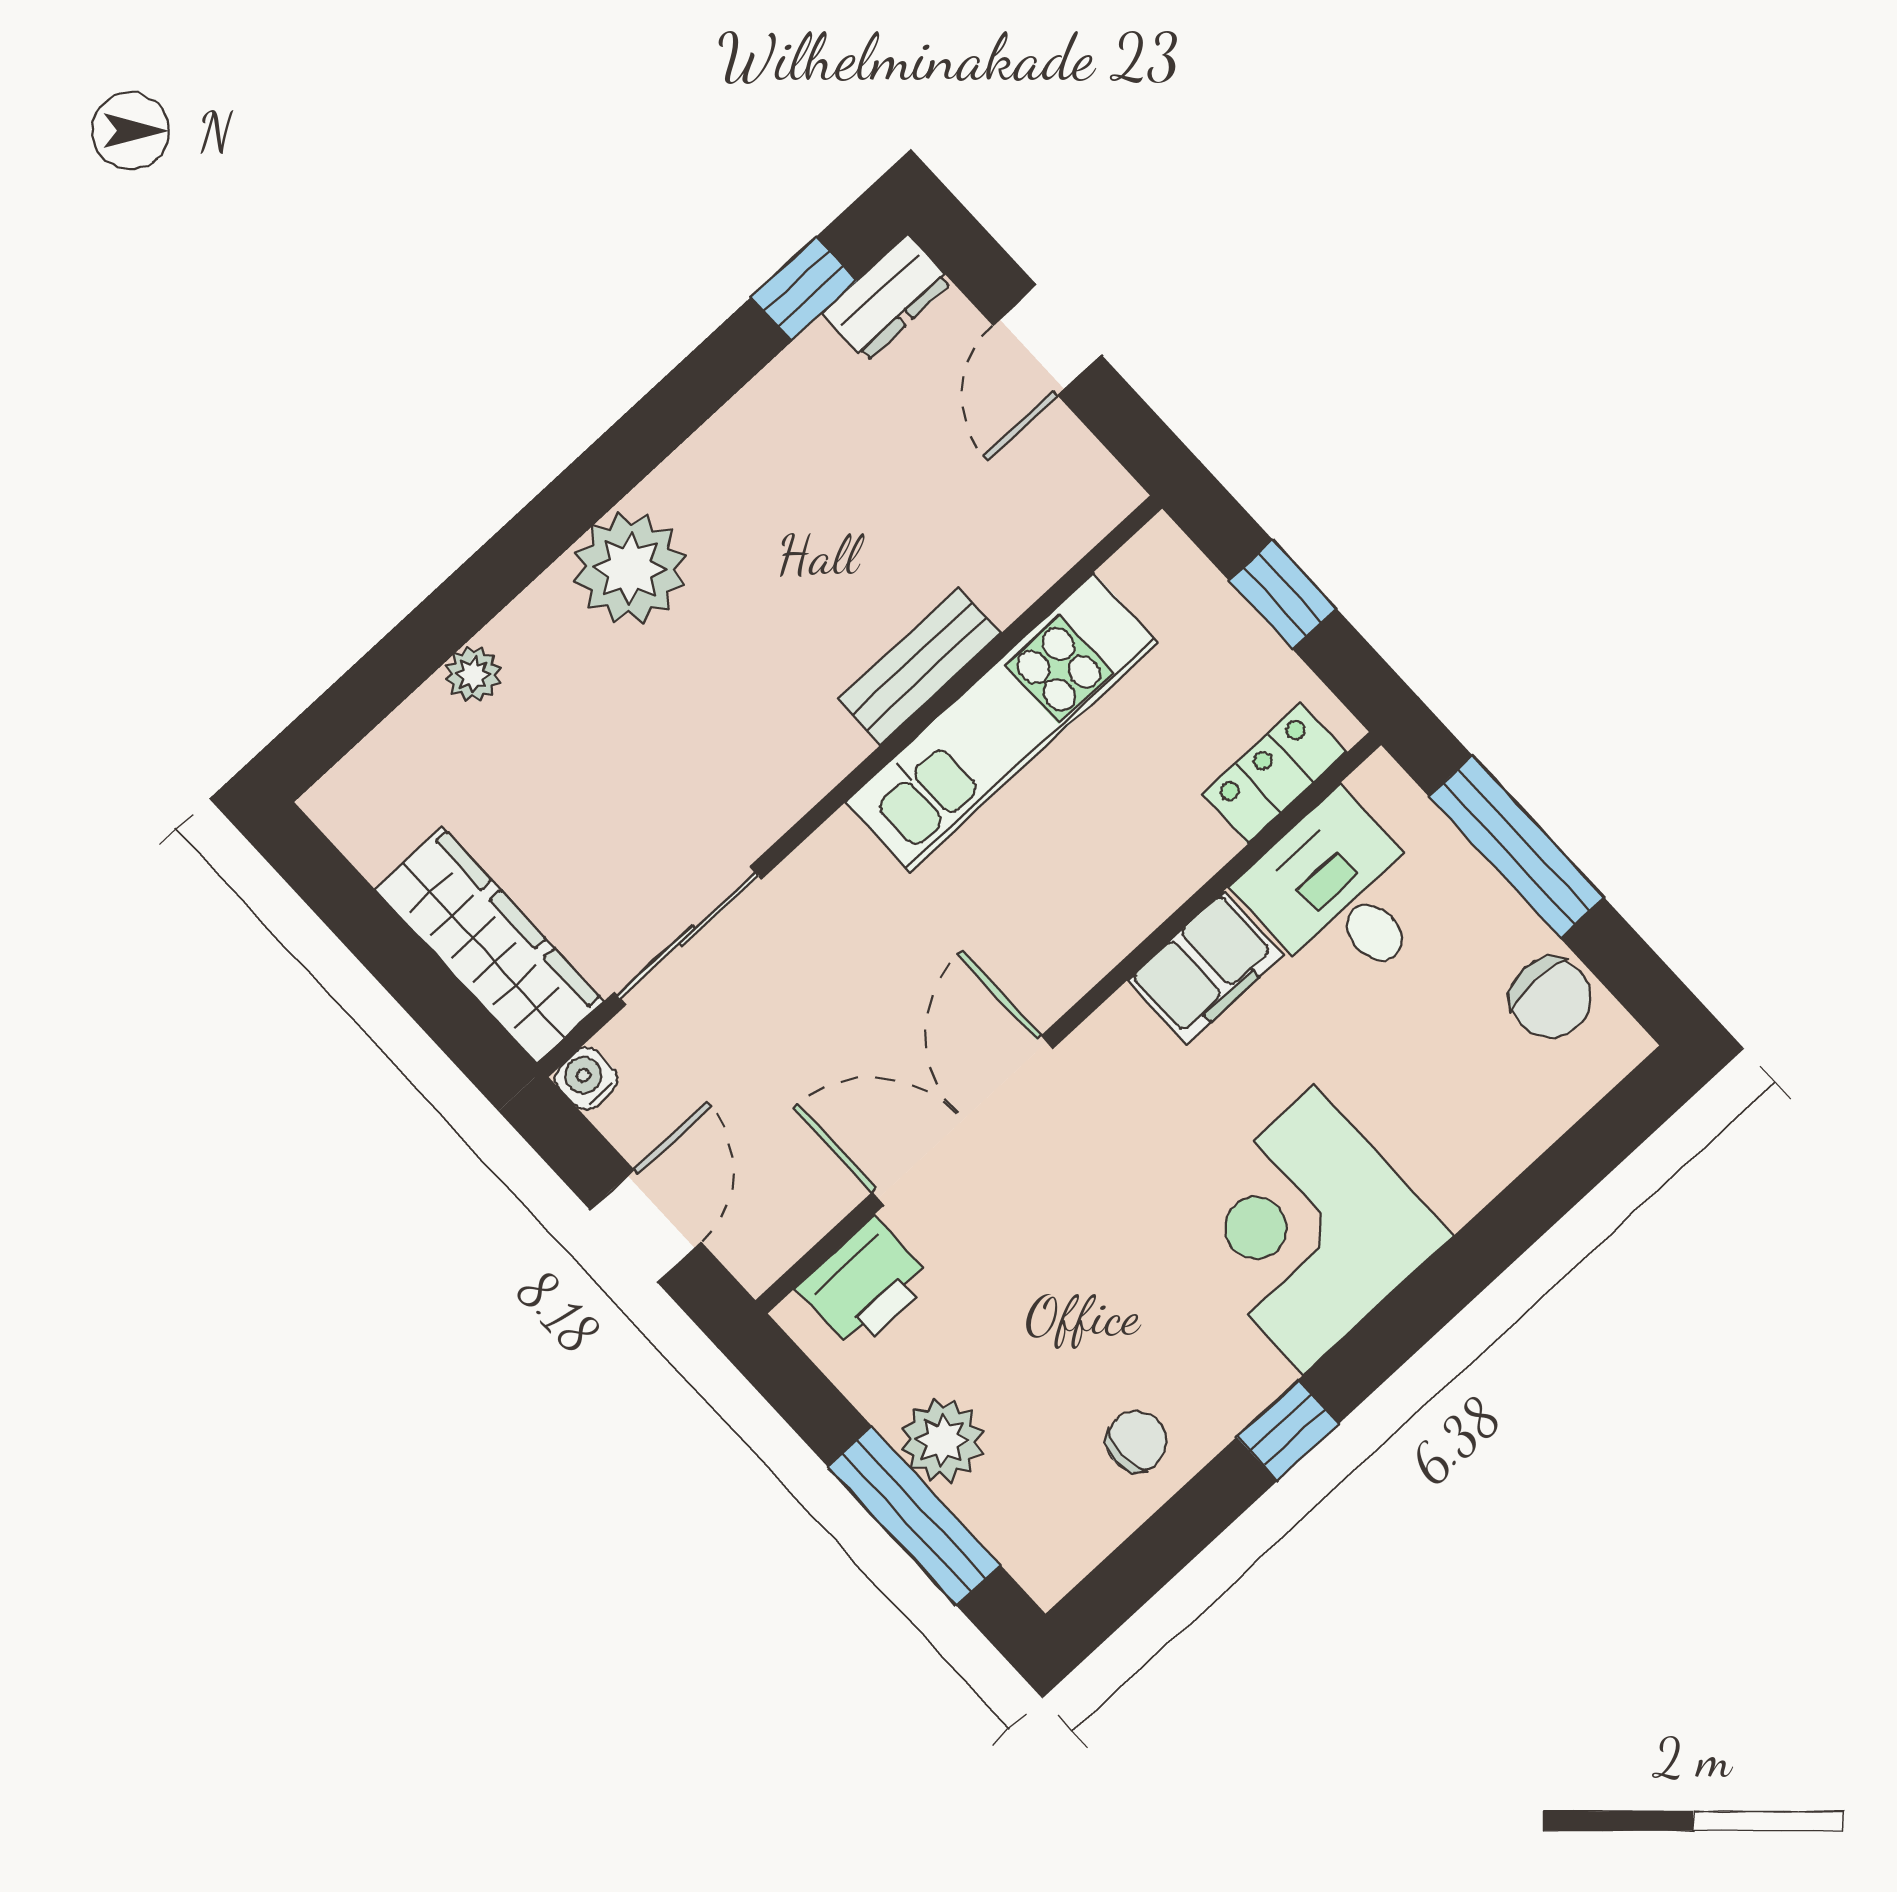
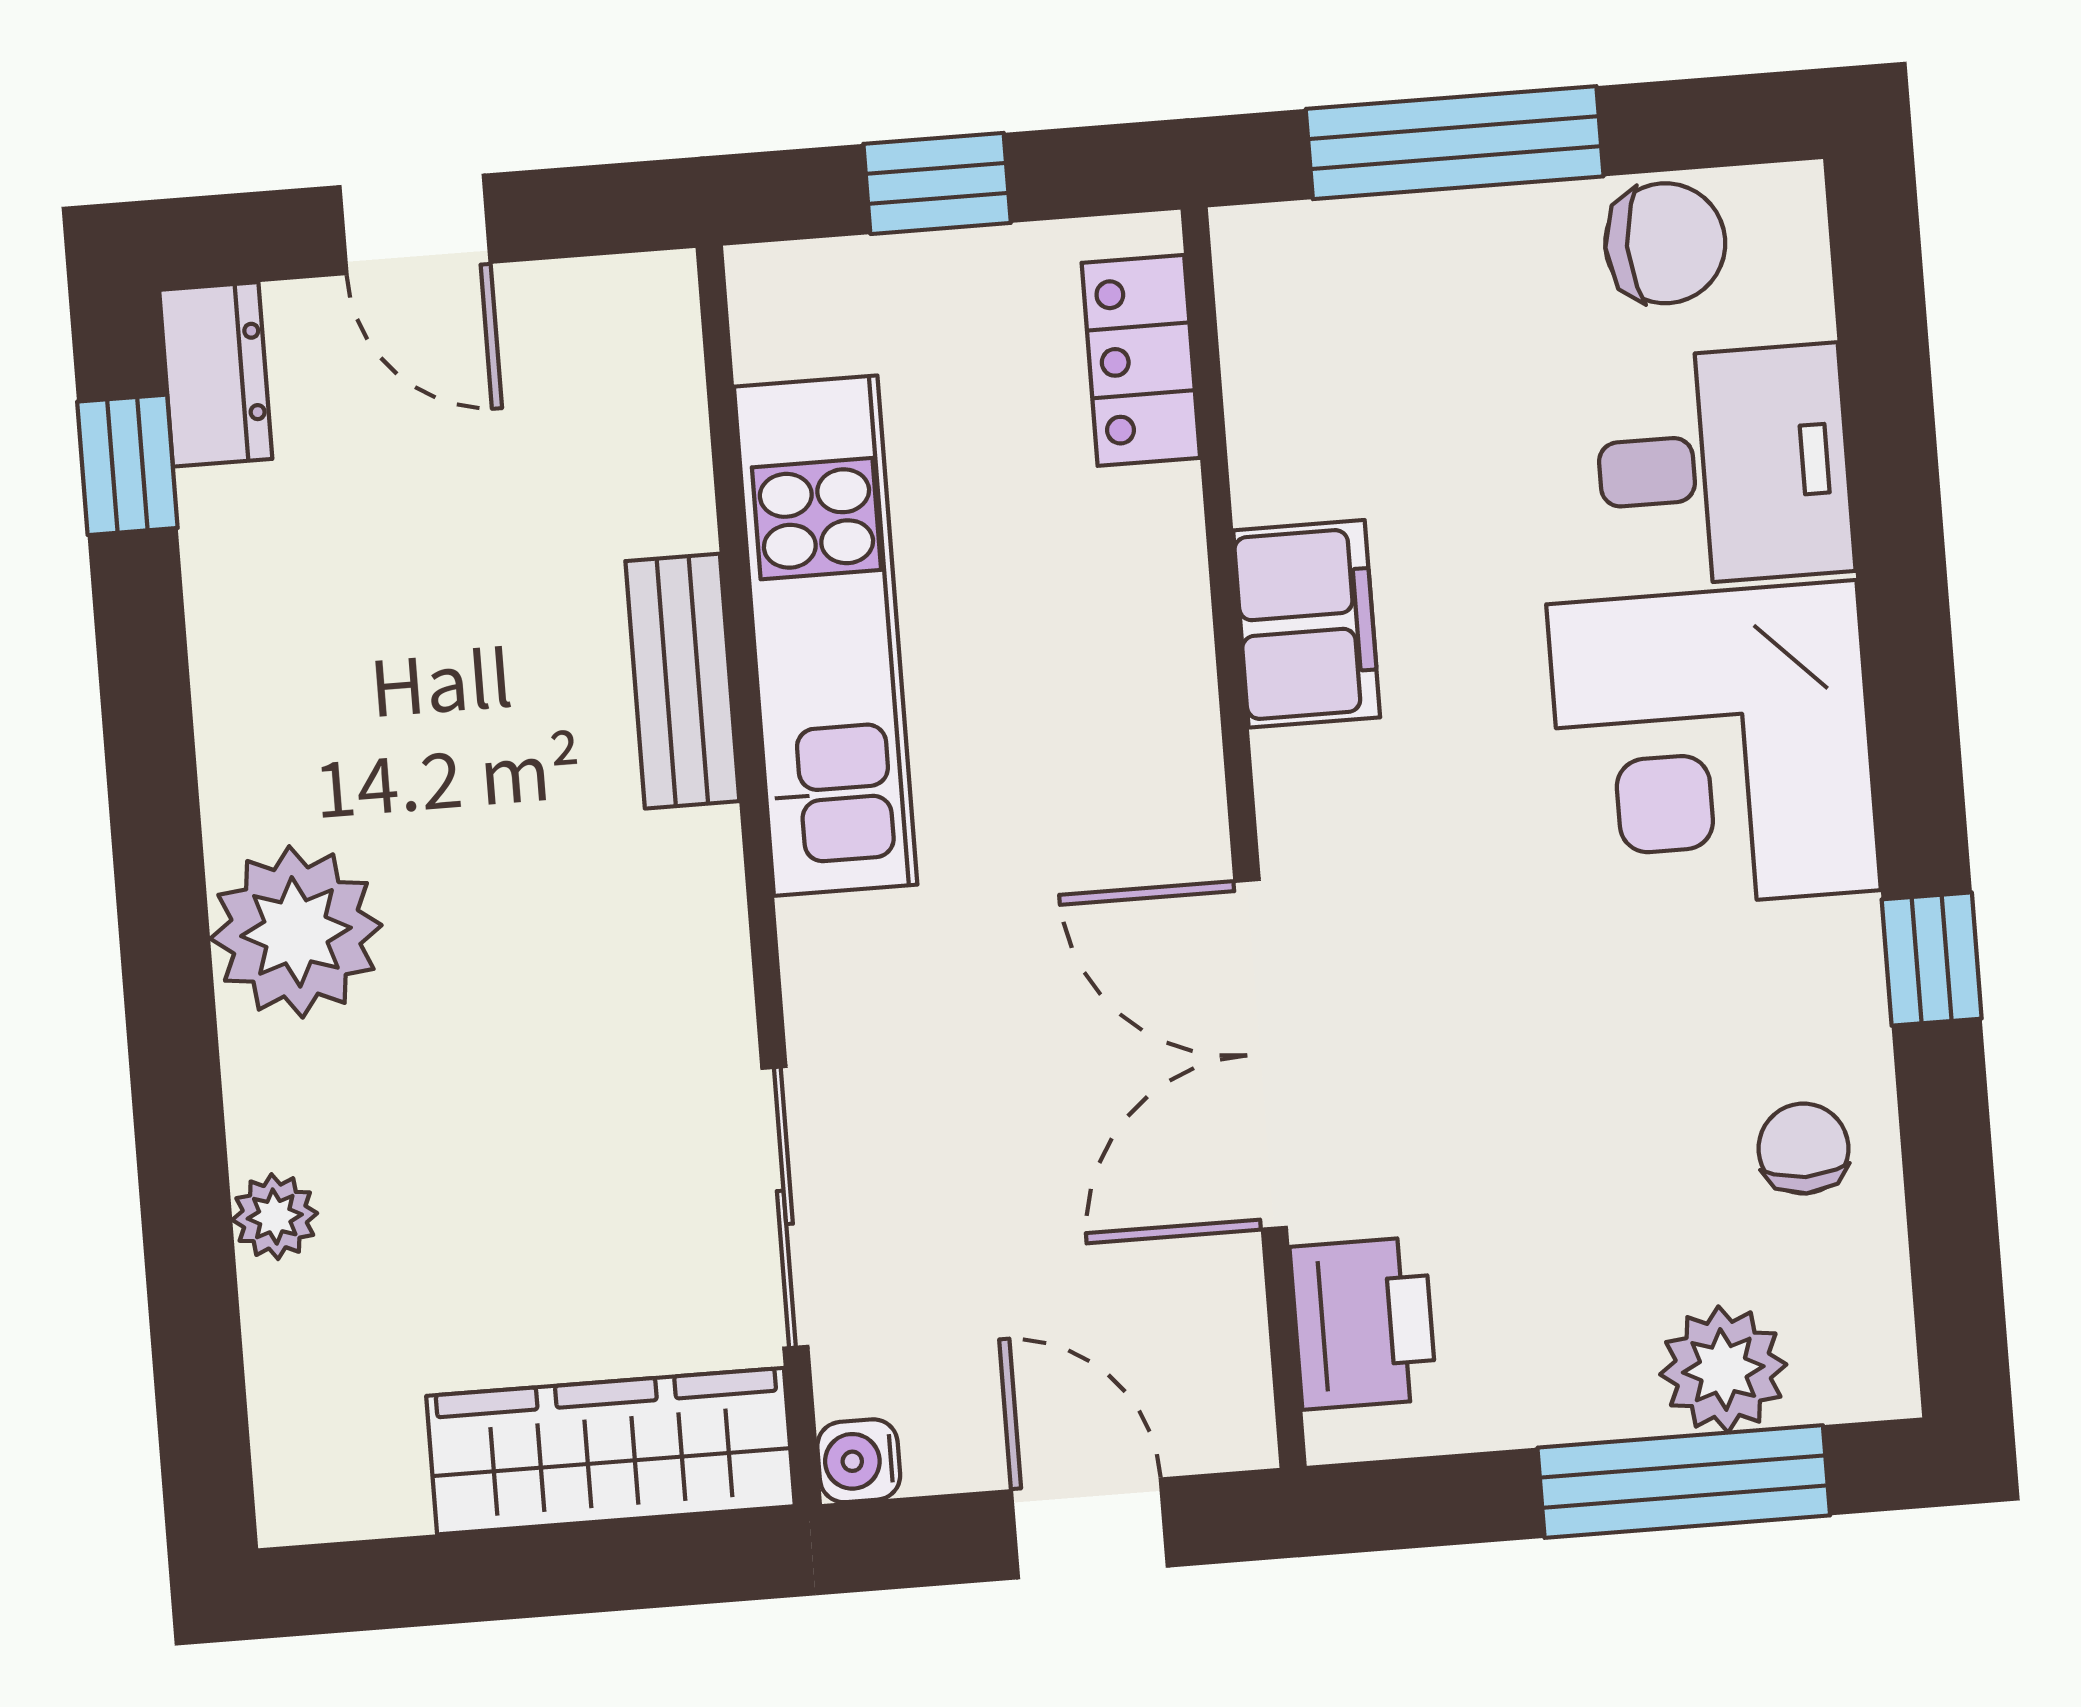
desk: (1340, 895) -> (1723, 466), moved, turned 180
plant: (942, 1440) -> (1723, 1369), moved

